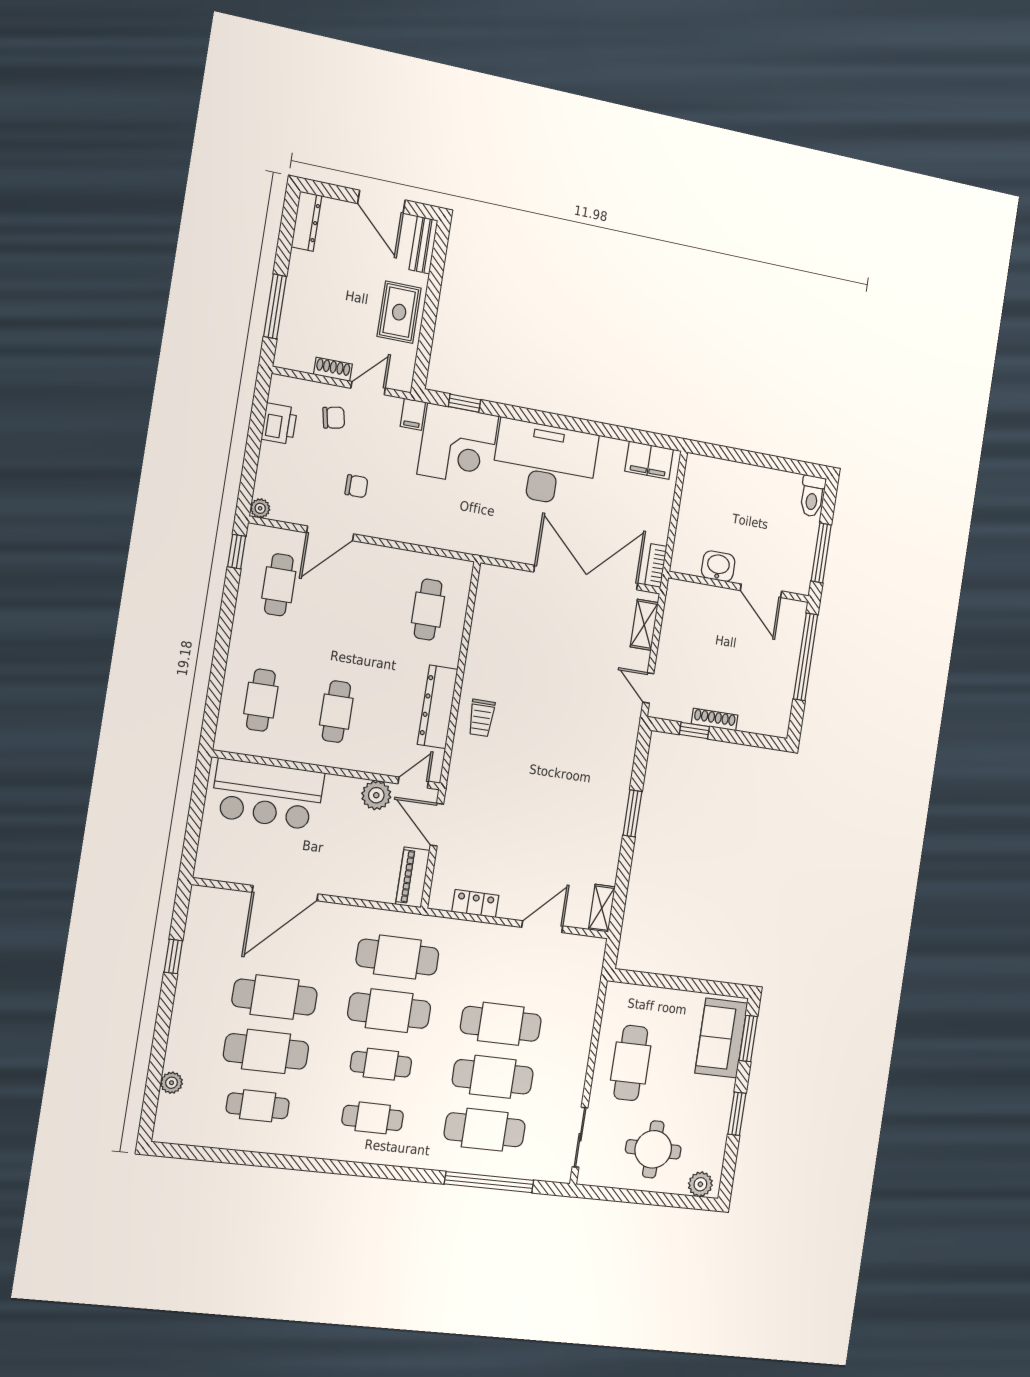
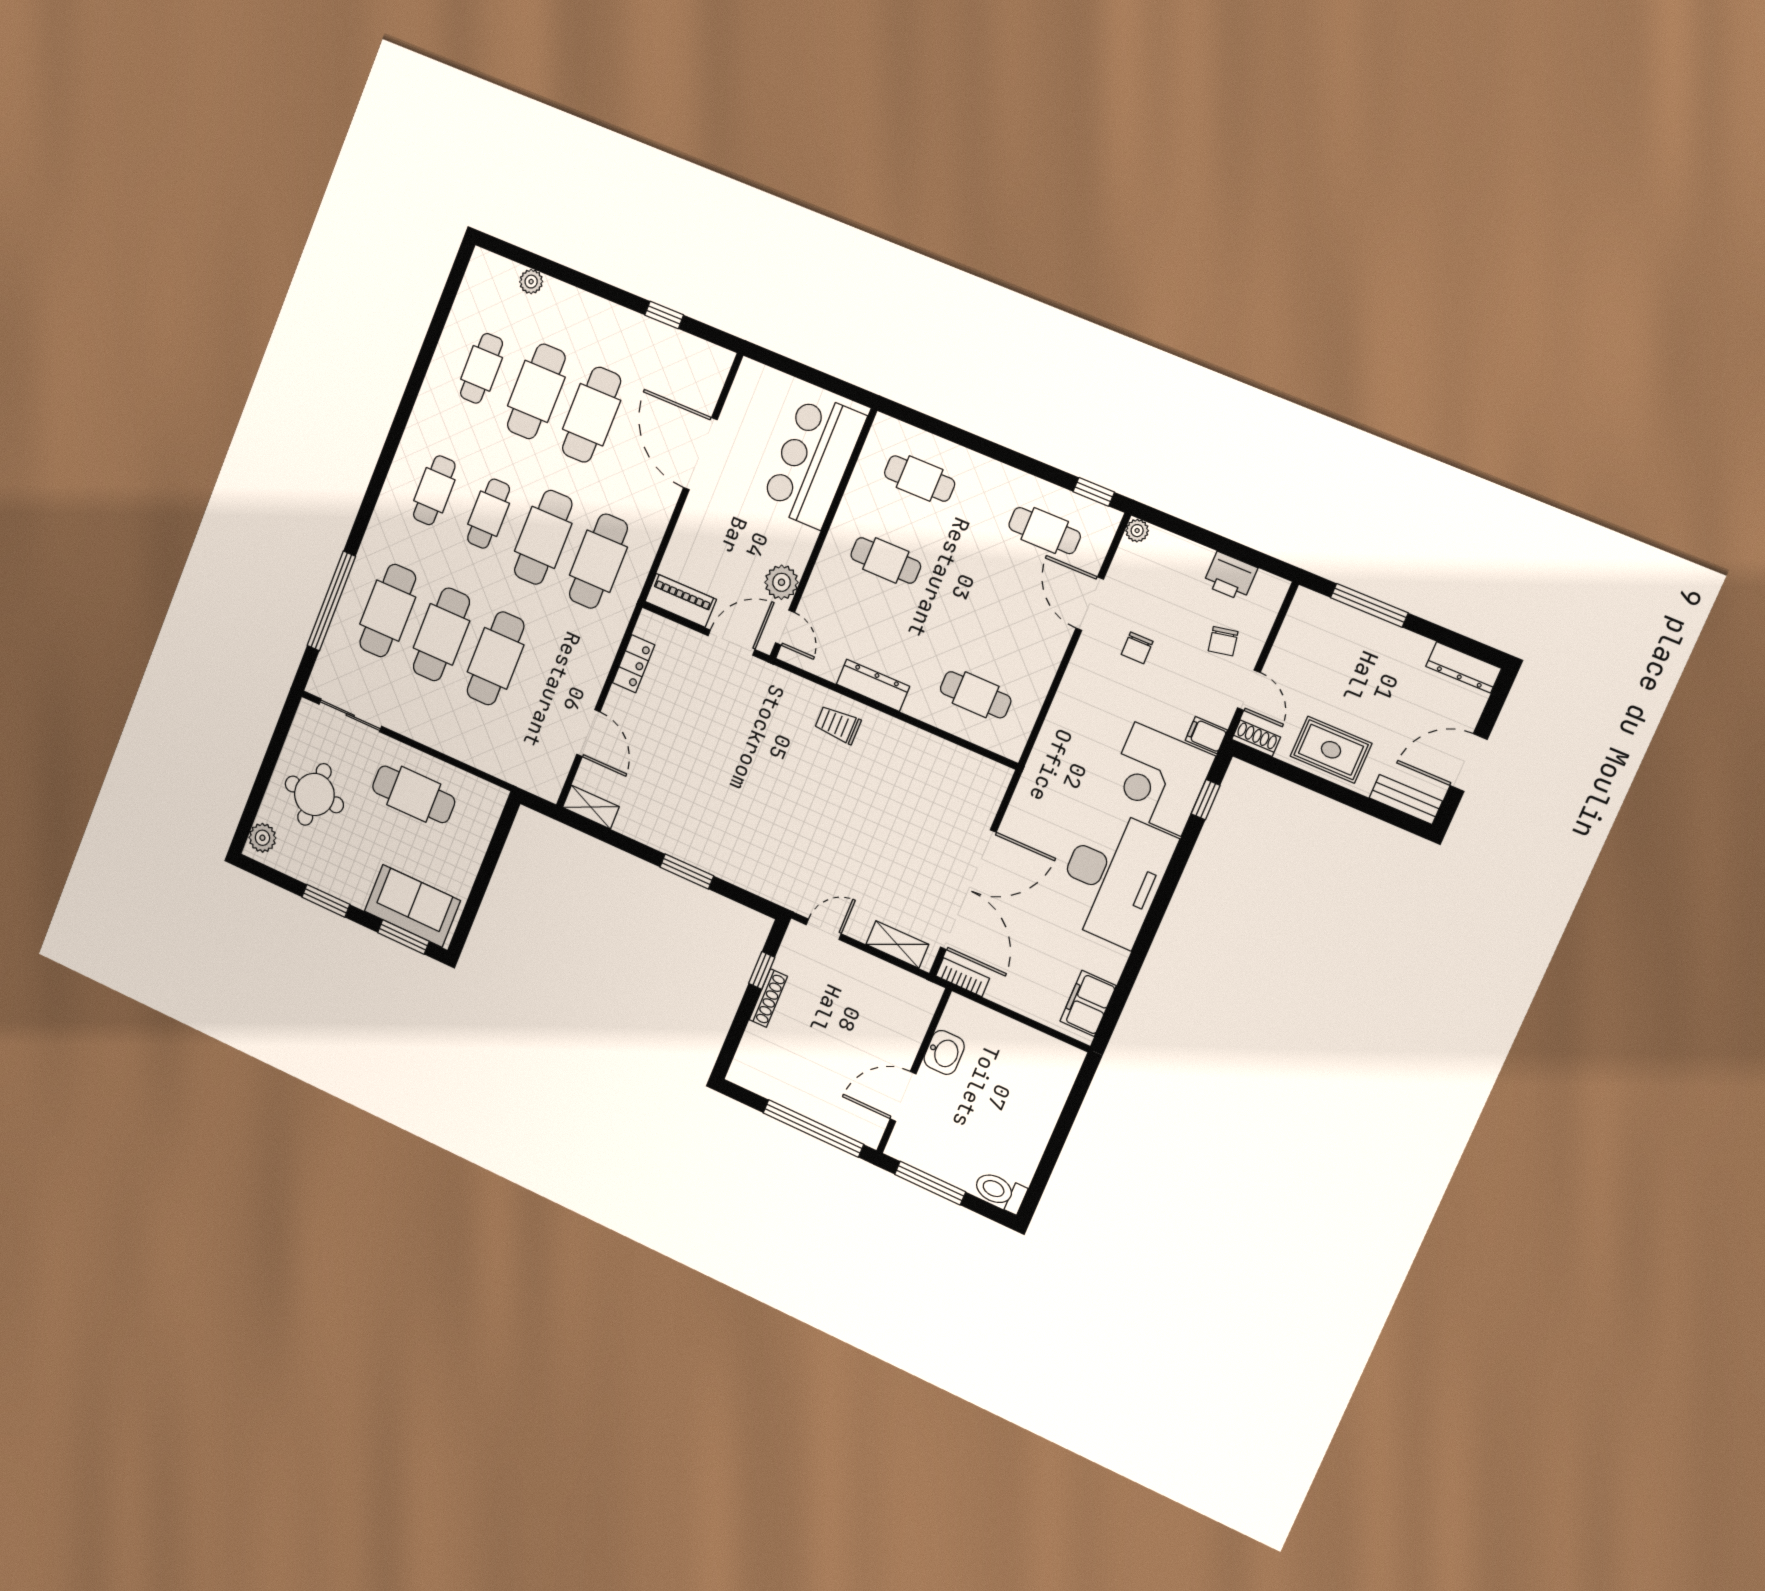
shoe rack: (333, 369) -> (1256, 738), moved, turned -90
dresser: (438, 707) -> (873, 685), width x0.73, depth x0.80

